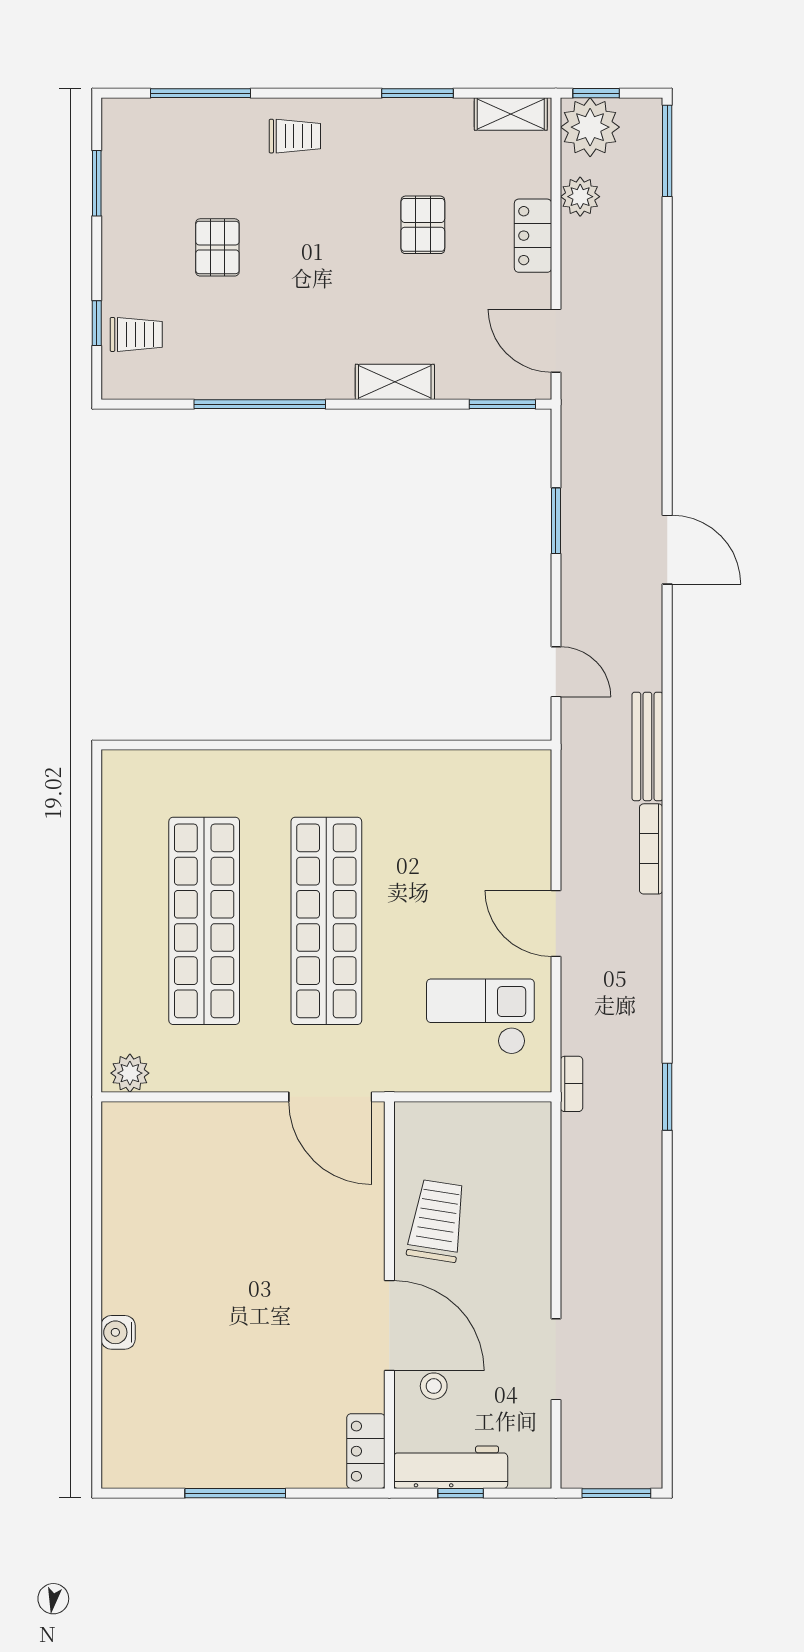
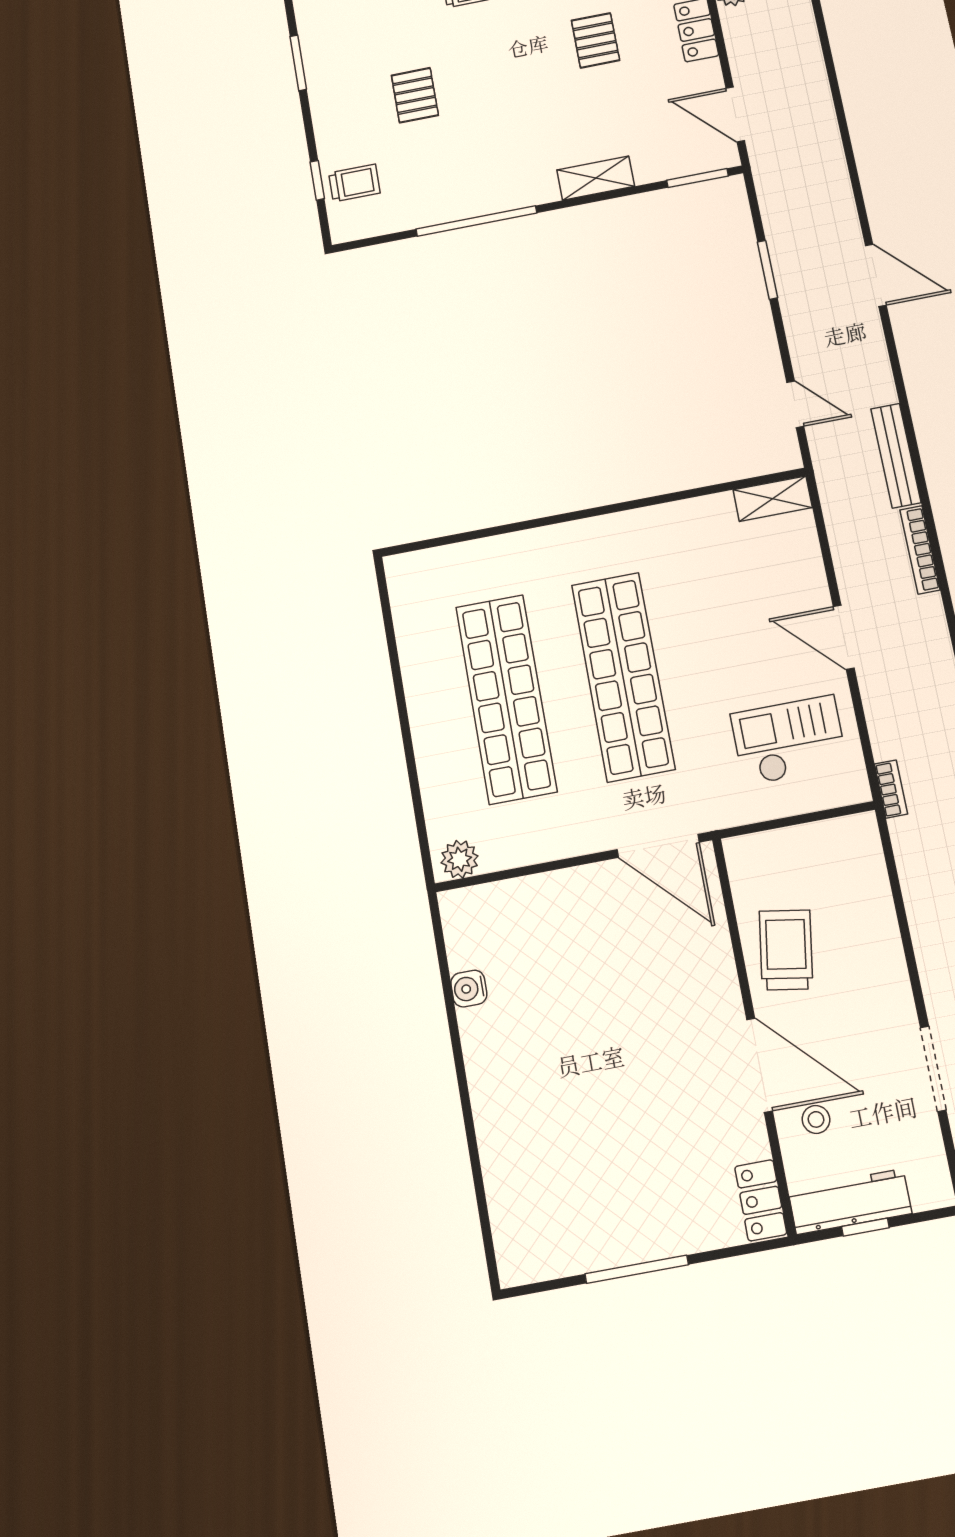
shelving: (513, 767) -> (773, 499), added
water cooler: (118, 1332) -> (469, 989), moved

